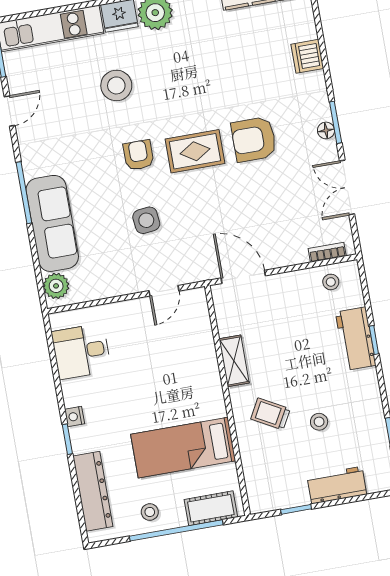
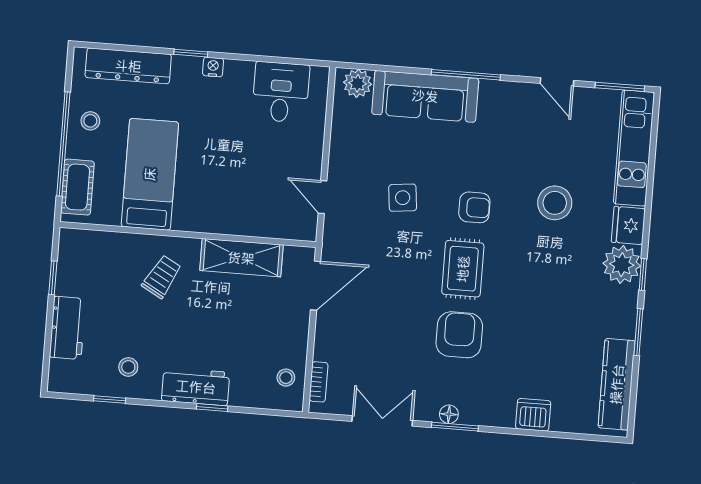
workbench: (356, 339) -> (196, 387), moved
shelving: (234, 361) -> (241, 258), width x1.50, depth x1.33
stool: (319, 422) -> (128, 367), moved

